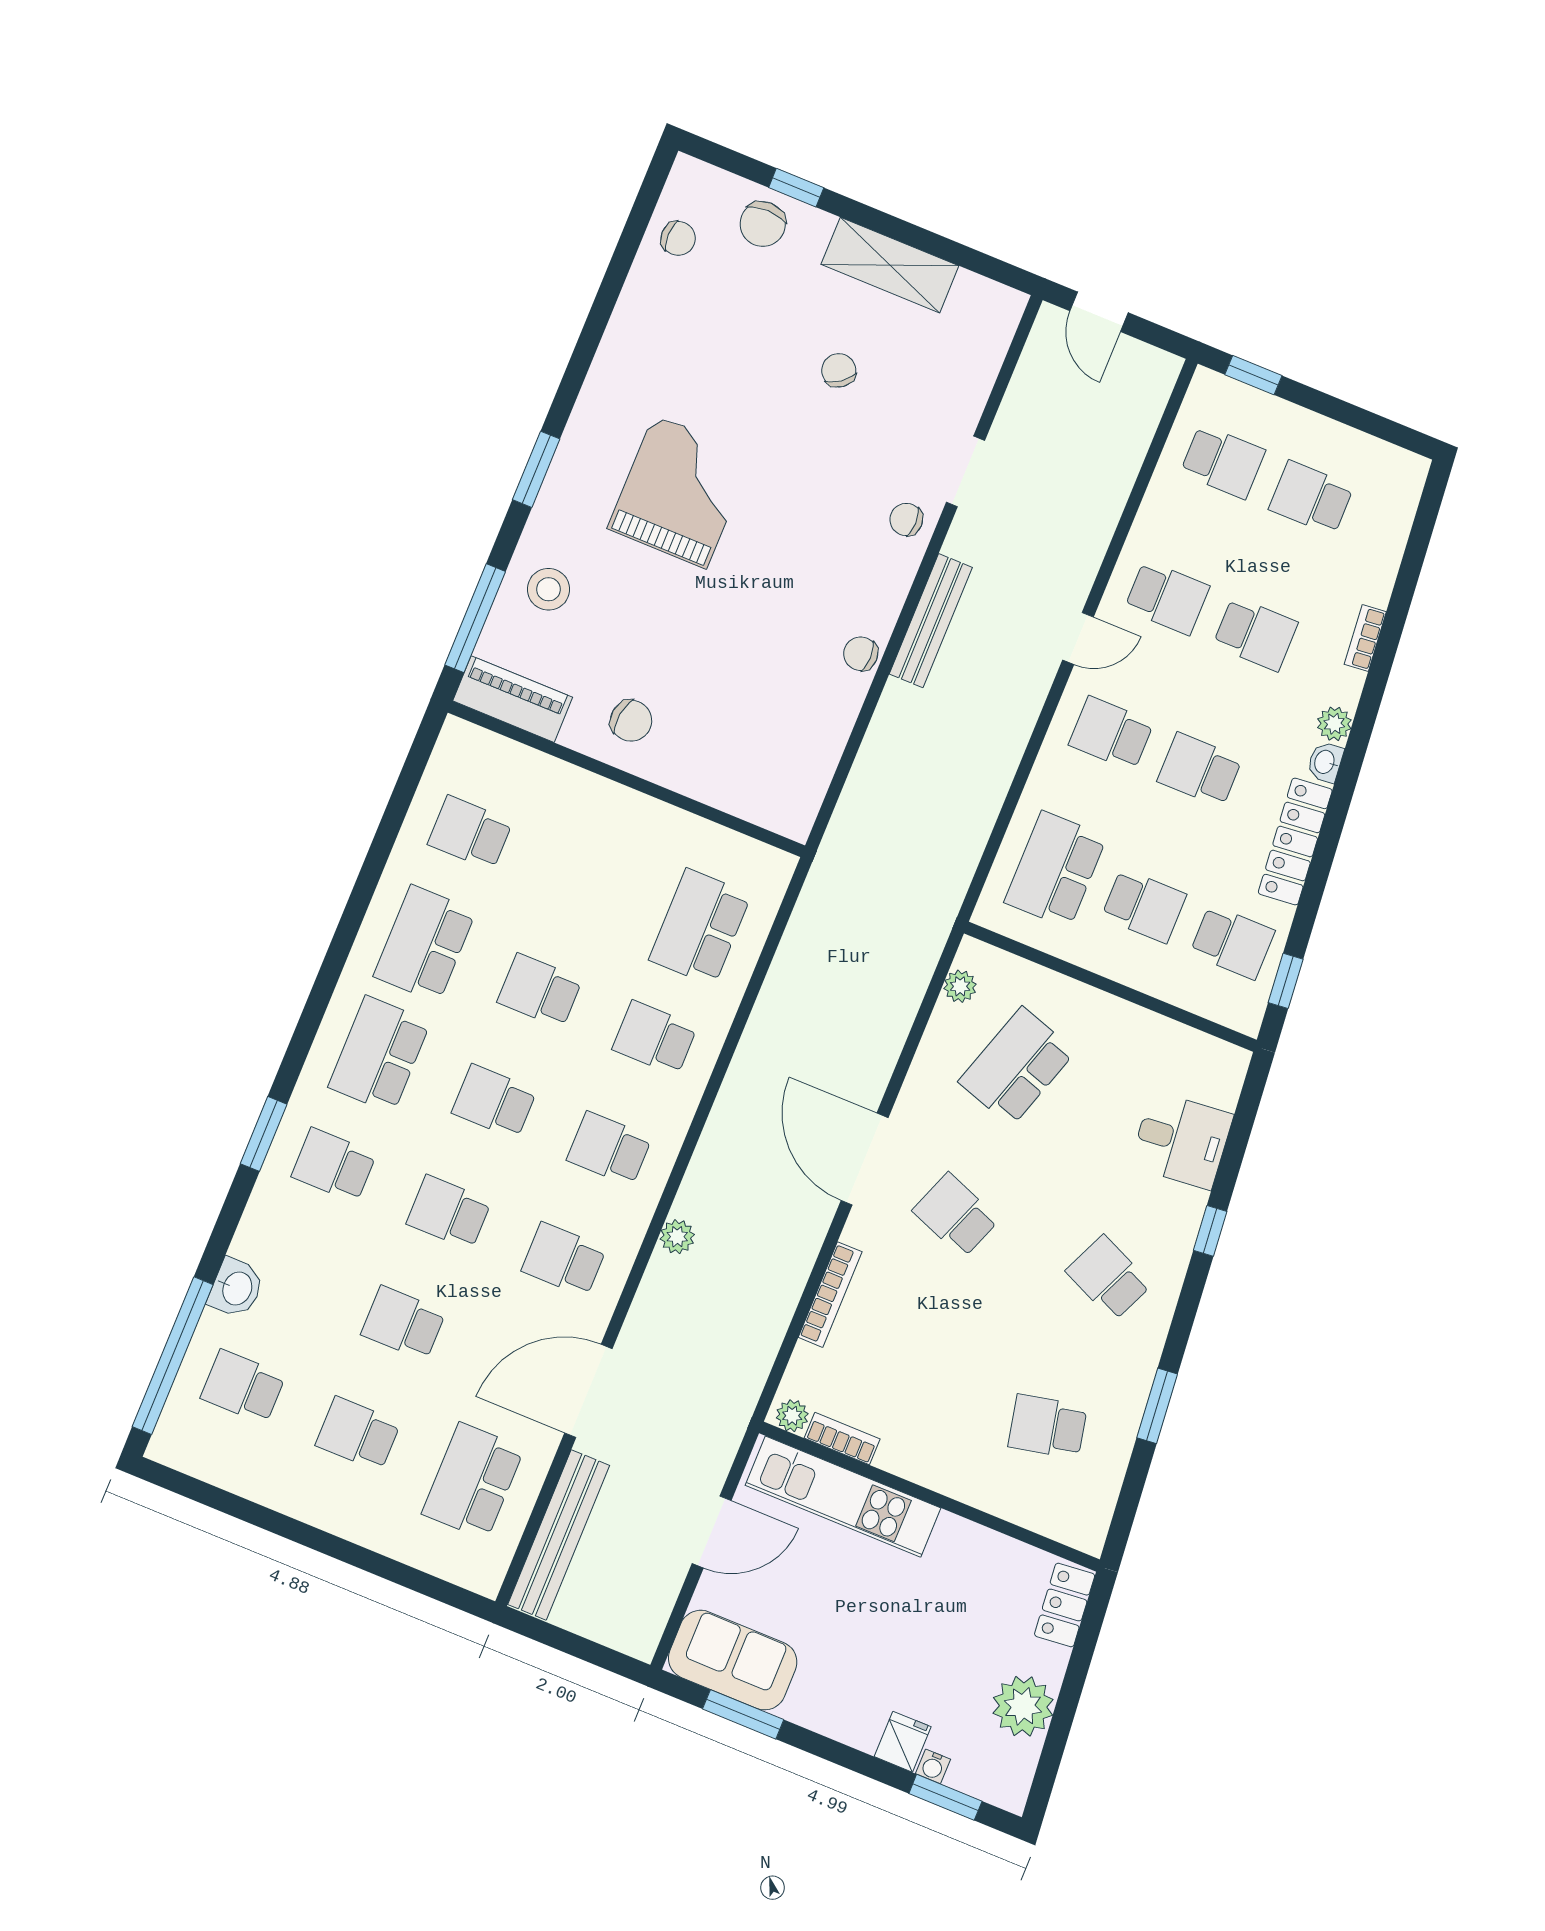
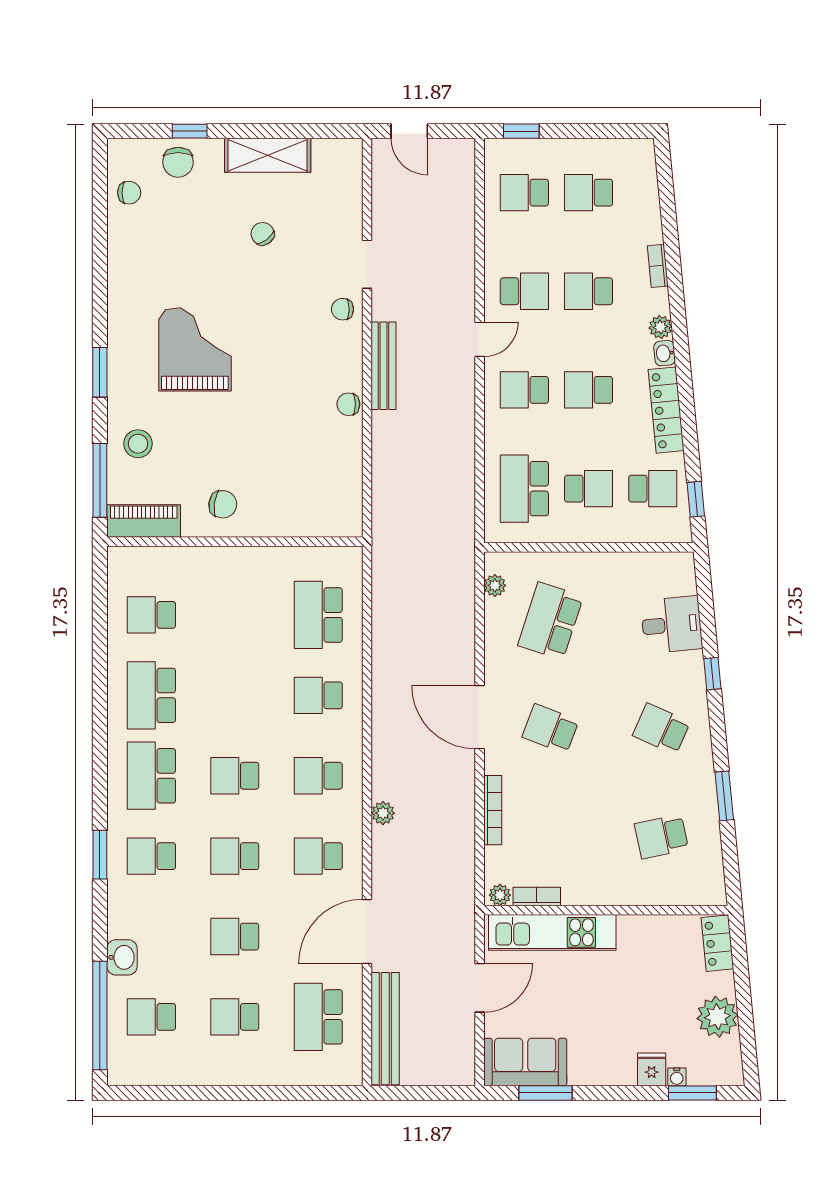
school desk: (1223, 462) -> (524, 193), turned 180
school desk: (1255, 634) -> (589, 291), turned 180
school desk: (540, 991) -> (235, 695), removed

